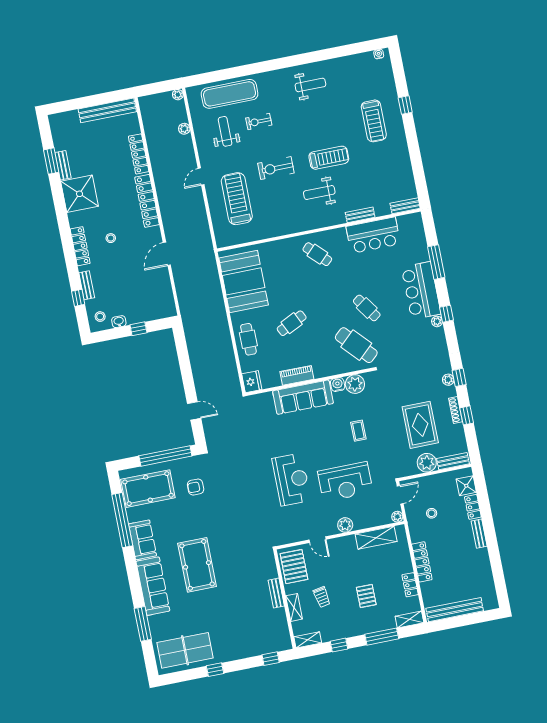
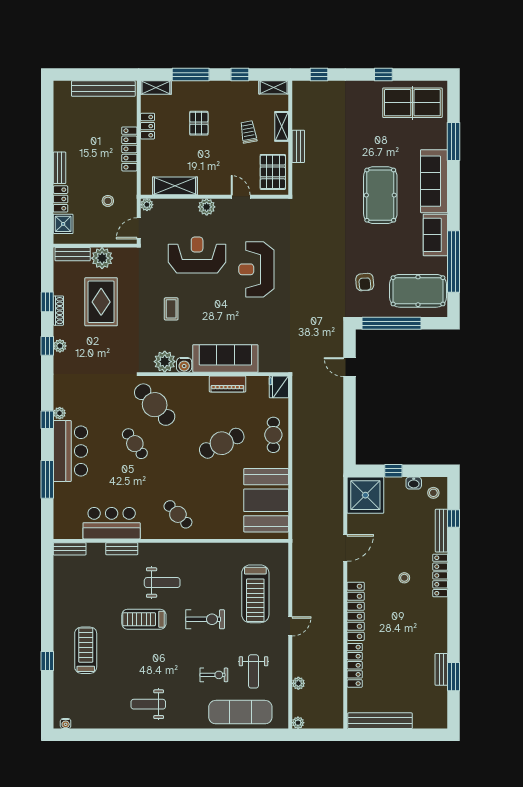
shower: (80, 194) -> (365, 495), moved
bench: (87, 285) -> (441, 531), width x1.36
cafe table: (292, 323) -> (222, 443), width x1.37, depth x1.35
armchair: (196, 487) -> (365, 282), turned 85

